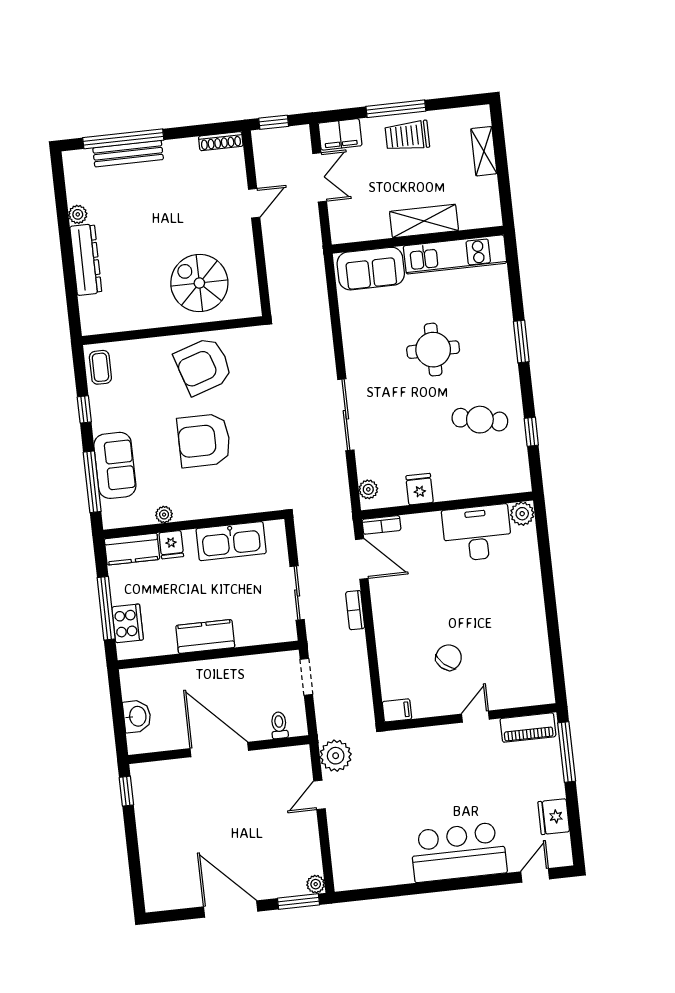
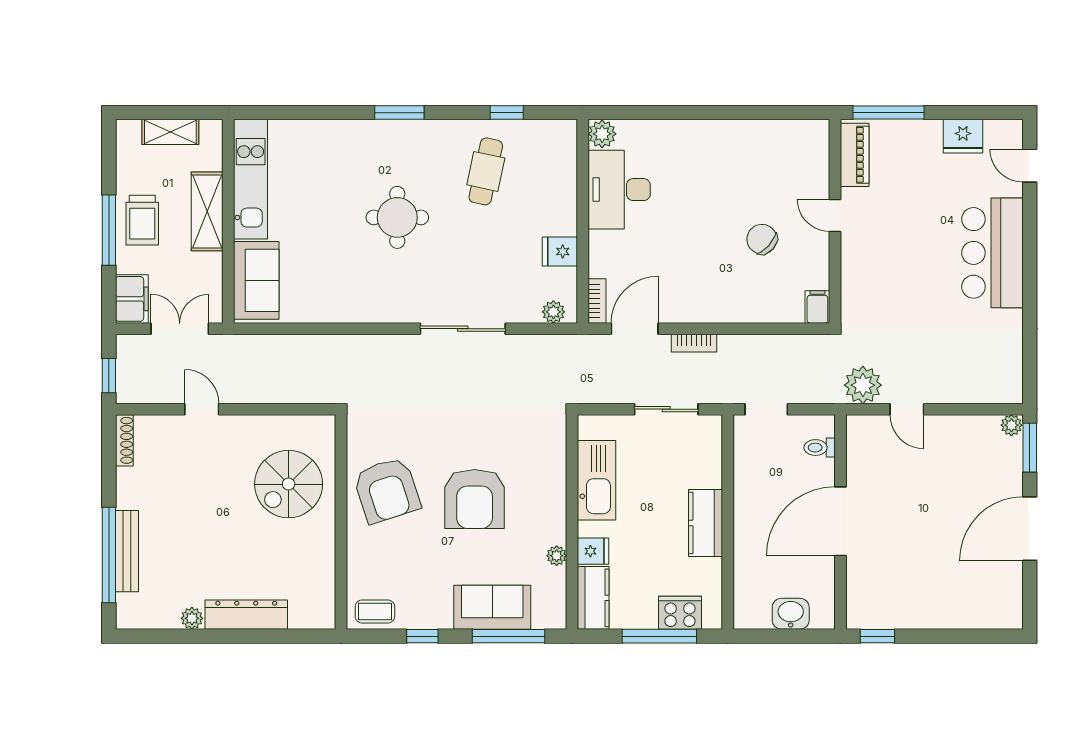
shelving: (424, 221) -> (207, 211), moved
wall: (418, 240) -> (228, 221), moved
kitchen unit: (455, 254) -> (251, 179), moved
sofa: (371, 269) -> (256, 280), moved

